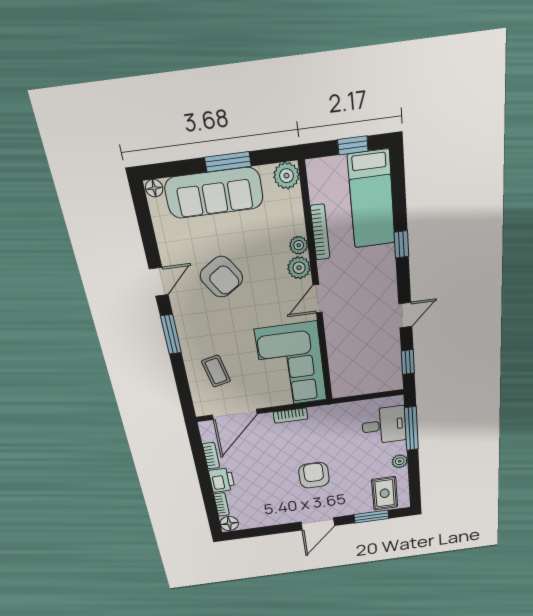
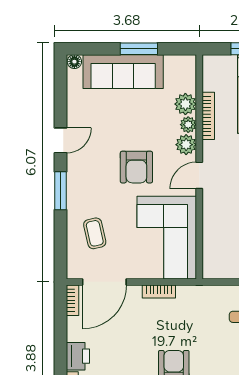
plant: (286, 176) -> (185, 104), moved
armchair: (221, 277) -> (136, 167), moved, turned 33
bookcase: (211, 456) -> (73, 300), moved

